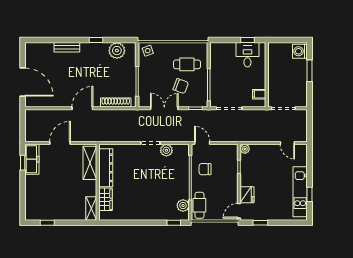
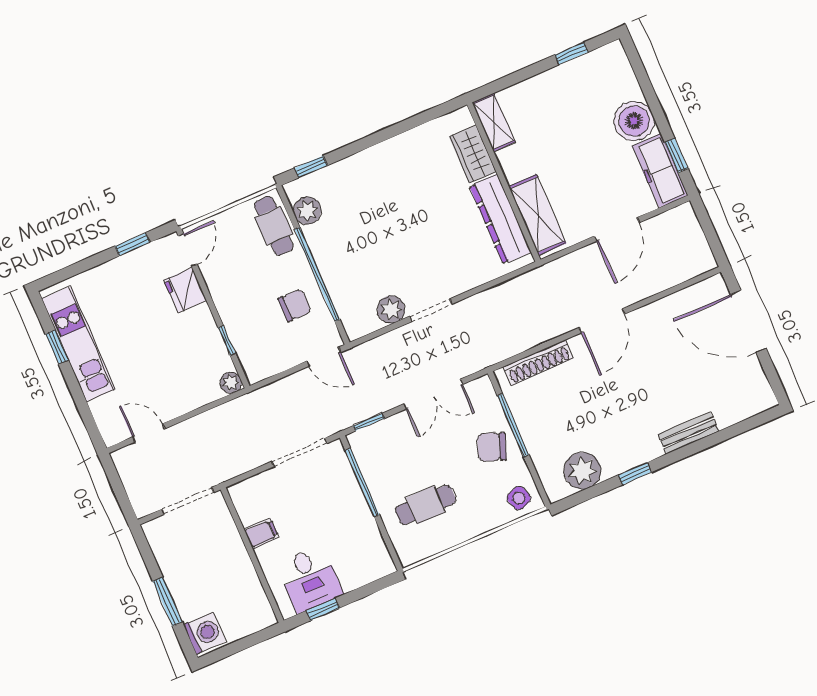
chair: (181, 86) -> (492, 447), moved
filing cabinet: (259, 94) -> (261, 533), moved
boiler: (34, 184) -> (634, 121), added

